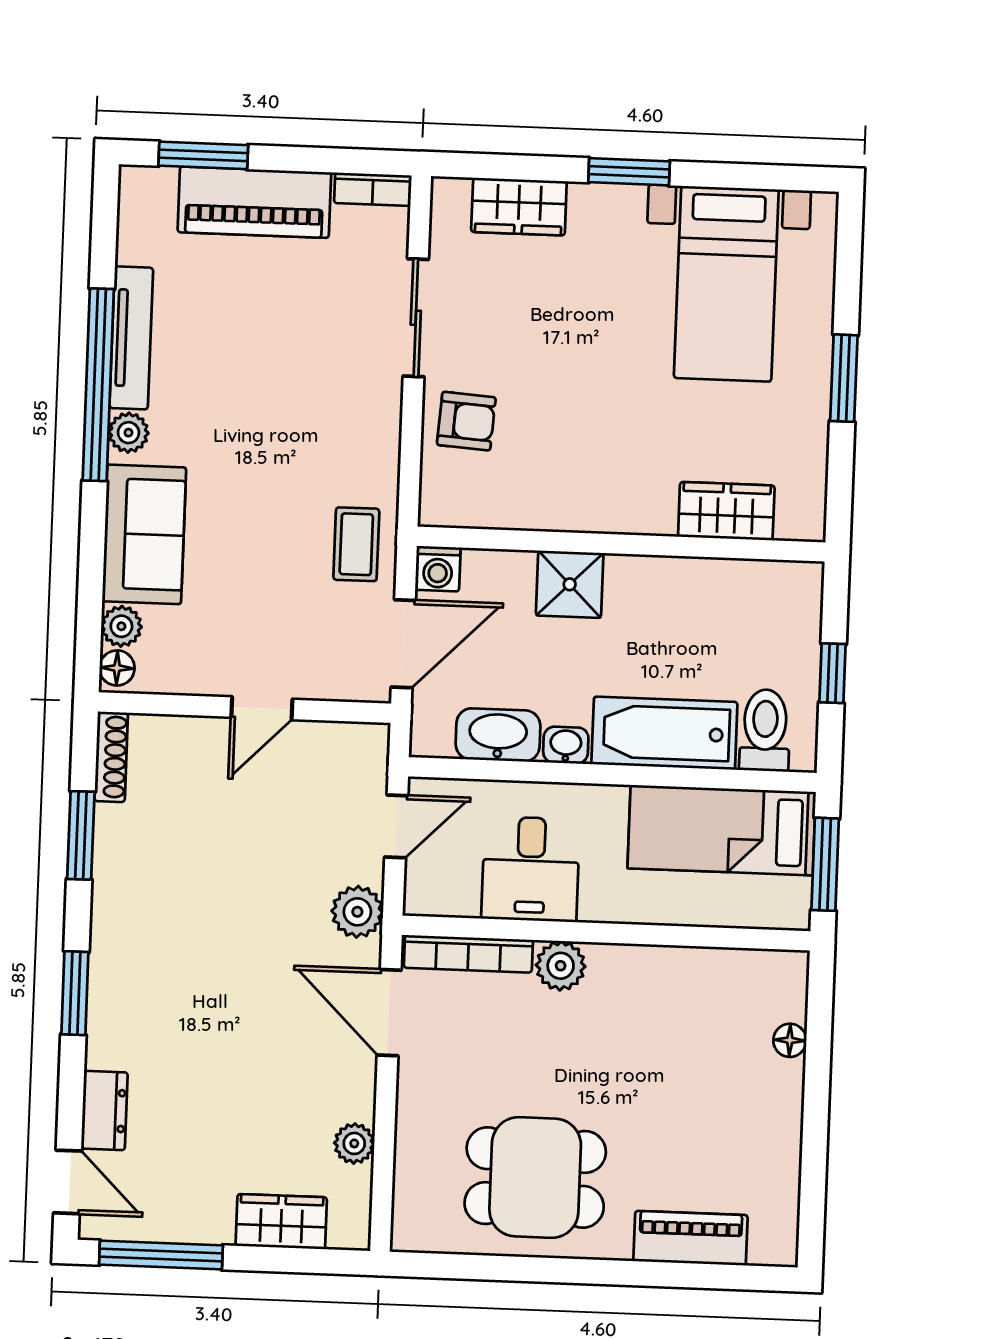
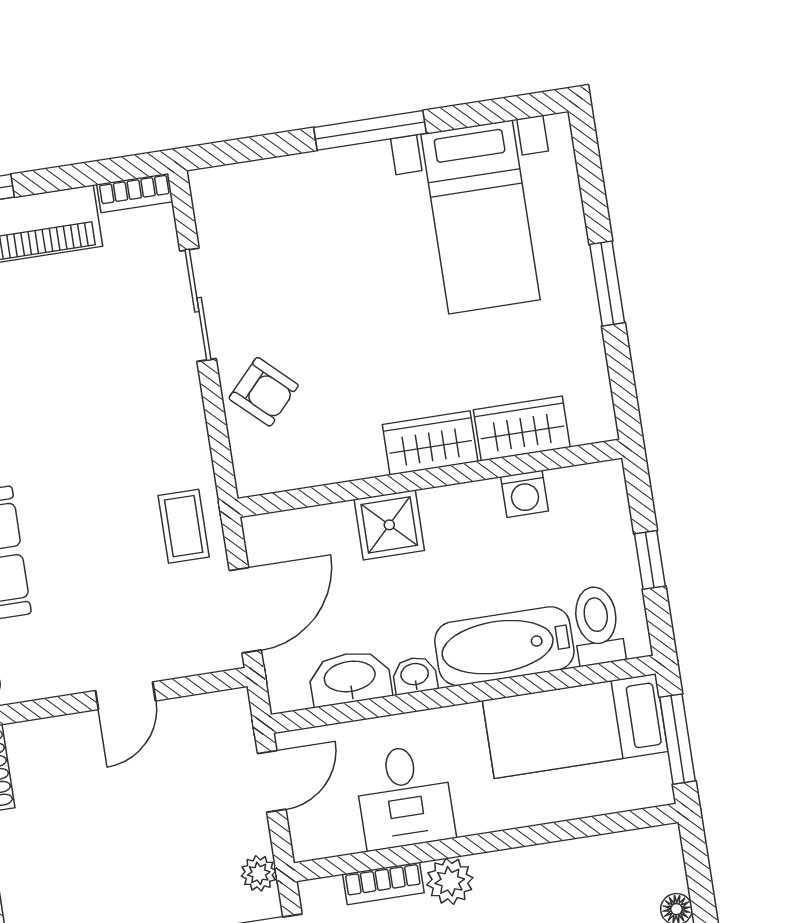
window: (629, 172) -> (370, 130), width x1.44
wardrobe: (519, 207) -> (430, 443), moved, turned 180
armchair: (466, 421) -> (264, 392), turned 39
washing machine: (438, 569) -> (525, 494), moved
plant: (357, 912) -> (259, 873), width x0.73, depth x0.73
bookcase: (468, 954) -> (383, 883), width x0.64

